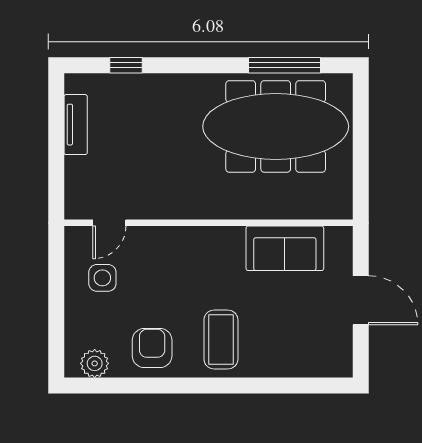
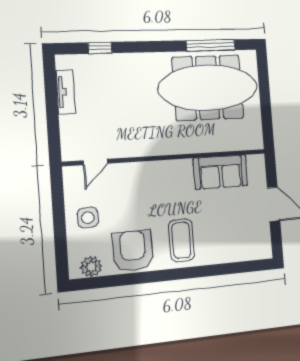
side table: (102, 278) -> (88, 218), moved
armchair: (152, 348) -> (133, 251), width x1.36, depth x1.36

